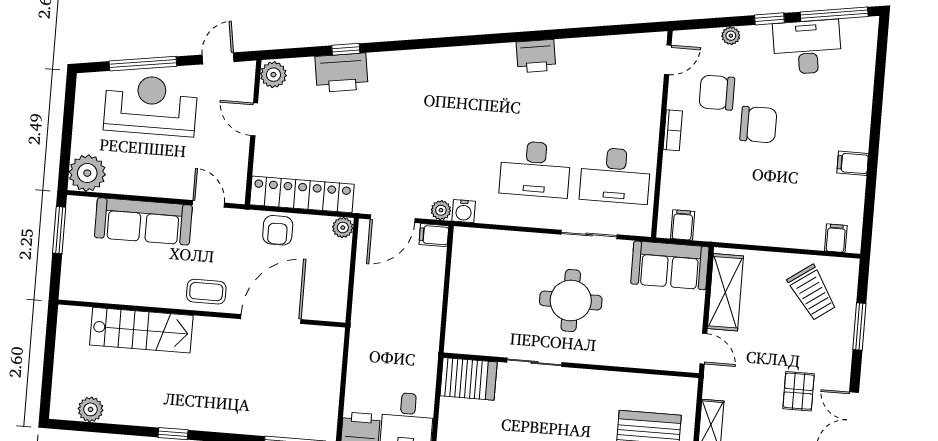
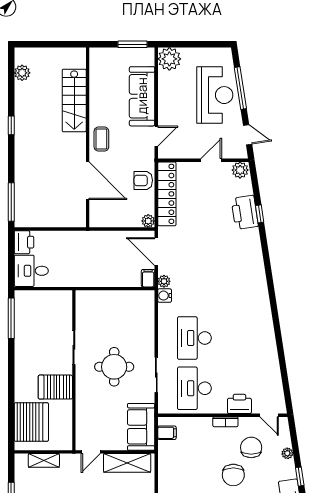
printer: (536, 56) -> (239, 404), moved, turned 99
server rack: (469, 379) -> (55, 387), moved, turned 90

